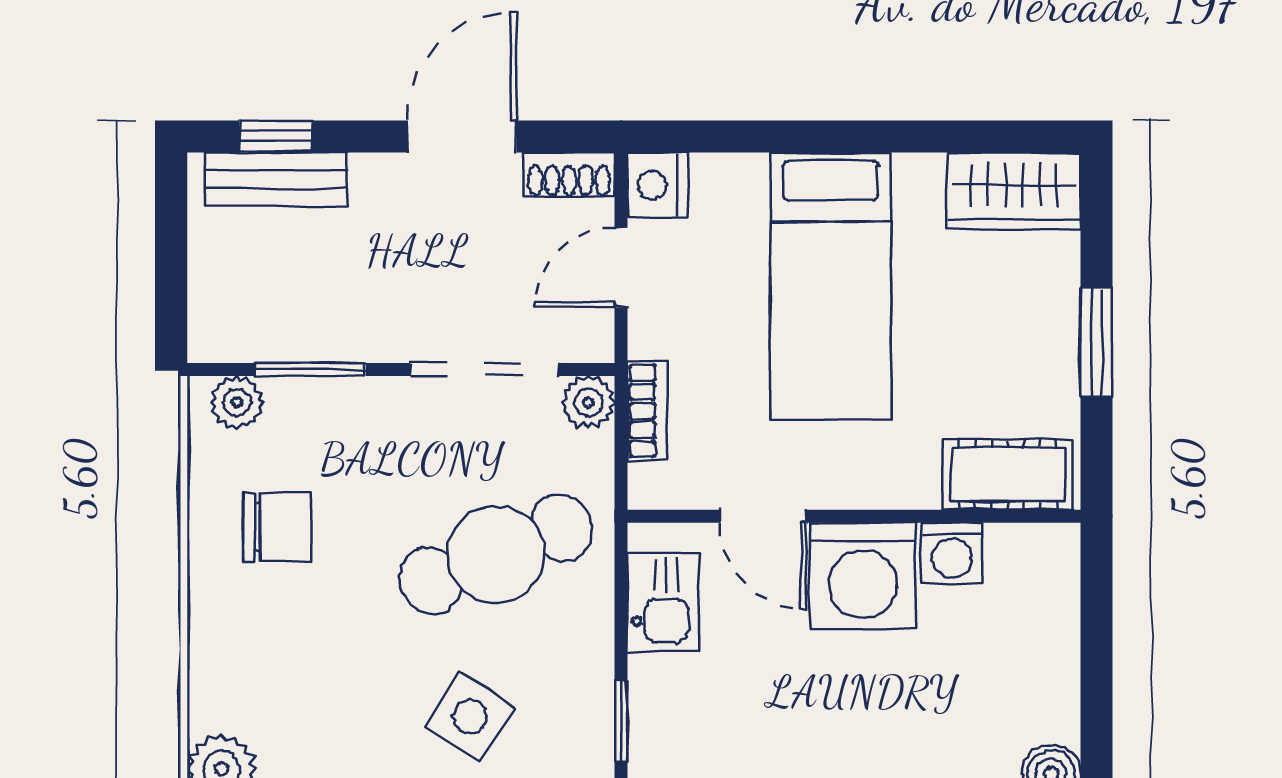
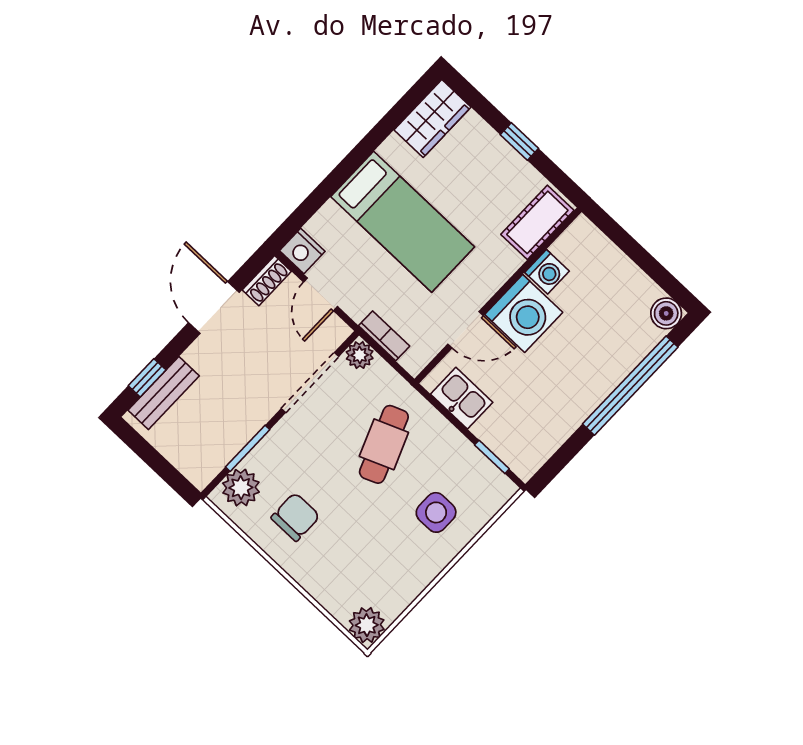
window: (1097, 343) -> (519, 141), width x0.67
plant: (237, 402) -> (241, 488), width x1.38, depth x1.38
cafe table: (496, 554) -> (384, 444), width x0.73, depth x0.74
side table: (470, 717) -> (436, 512), turned -33

